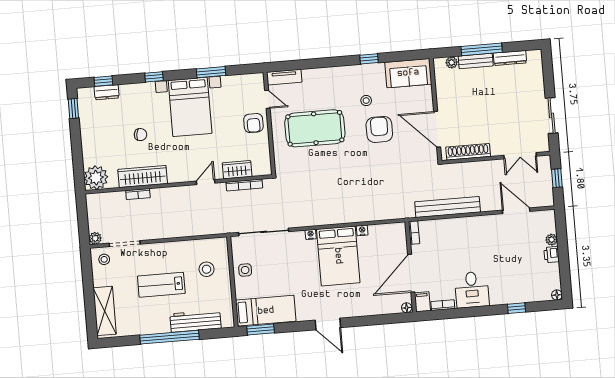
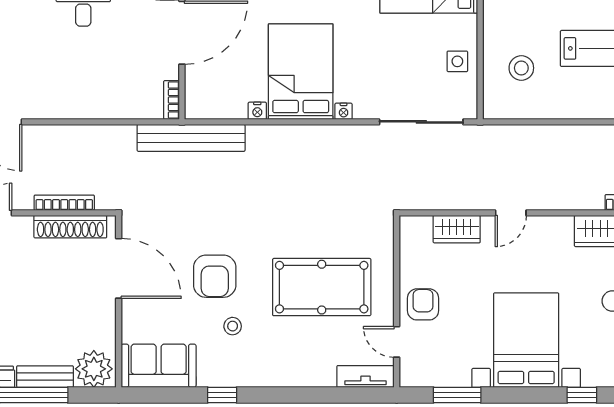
plant: (452, 62) -> (94, 369), width x1.87, depth x1.87
window: (211, 72) -> (457, 395), moved
bookcase: (244, 185) -> (64, 203), moved
bench: (448, 207) -> (191, 138), moved

